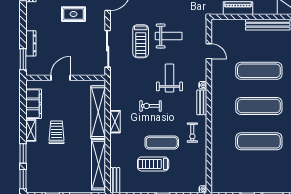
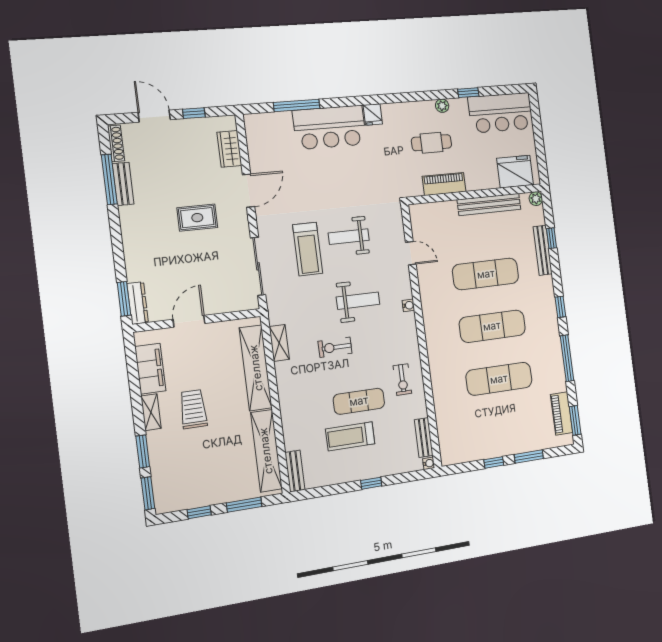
weight bench: (169, 36) -> (349, 237), turned 180
dresser: (31, 43) -> (138, 303), moved
weight bench: (169, 78) -> (358, 301), turned 90
bench: (202, 102) -> (424, 438), moved
shelving: (115, 122) -> (279, 343), moved

